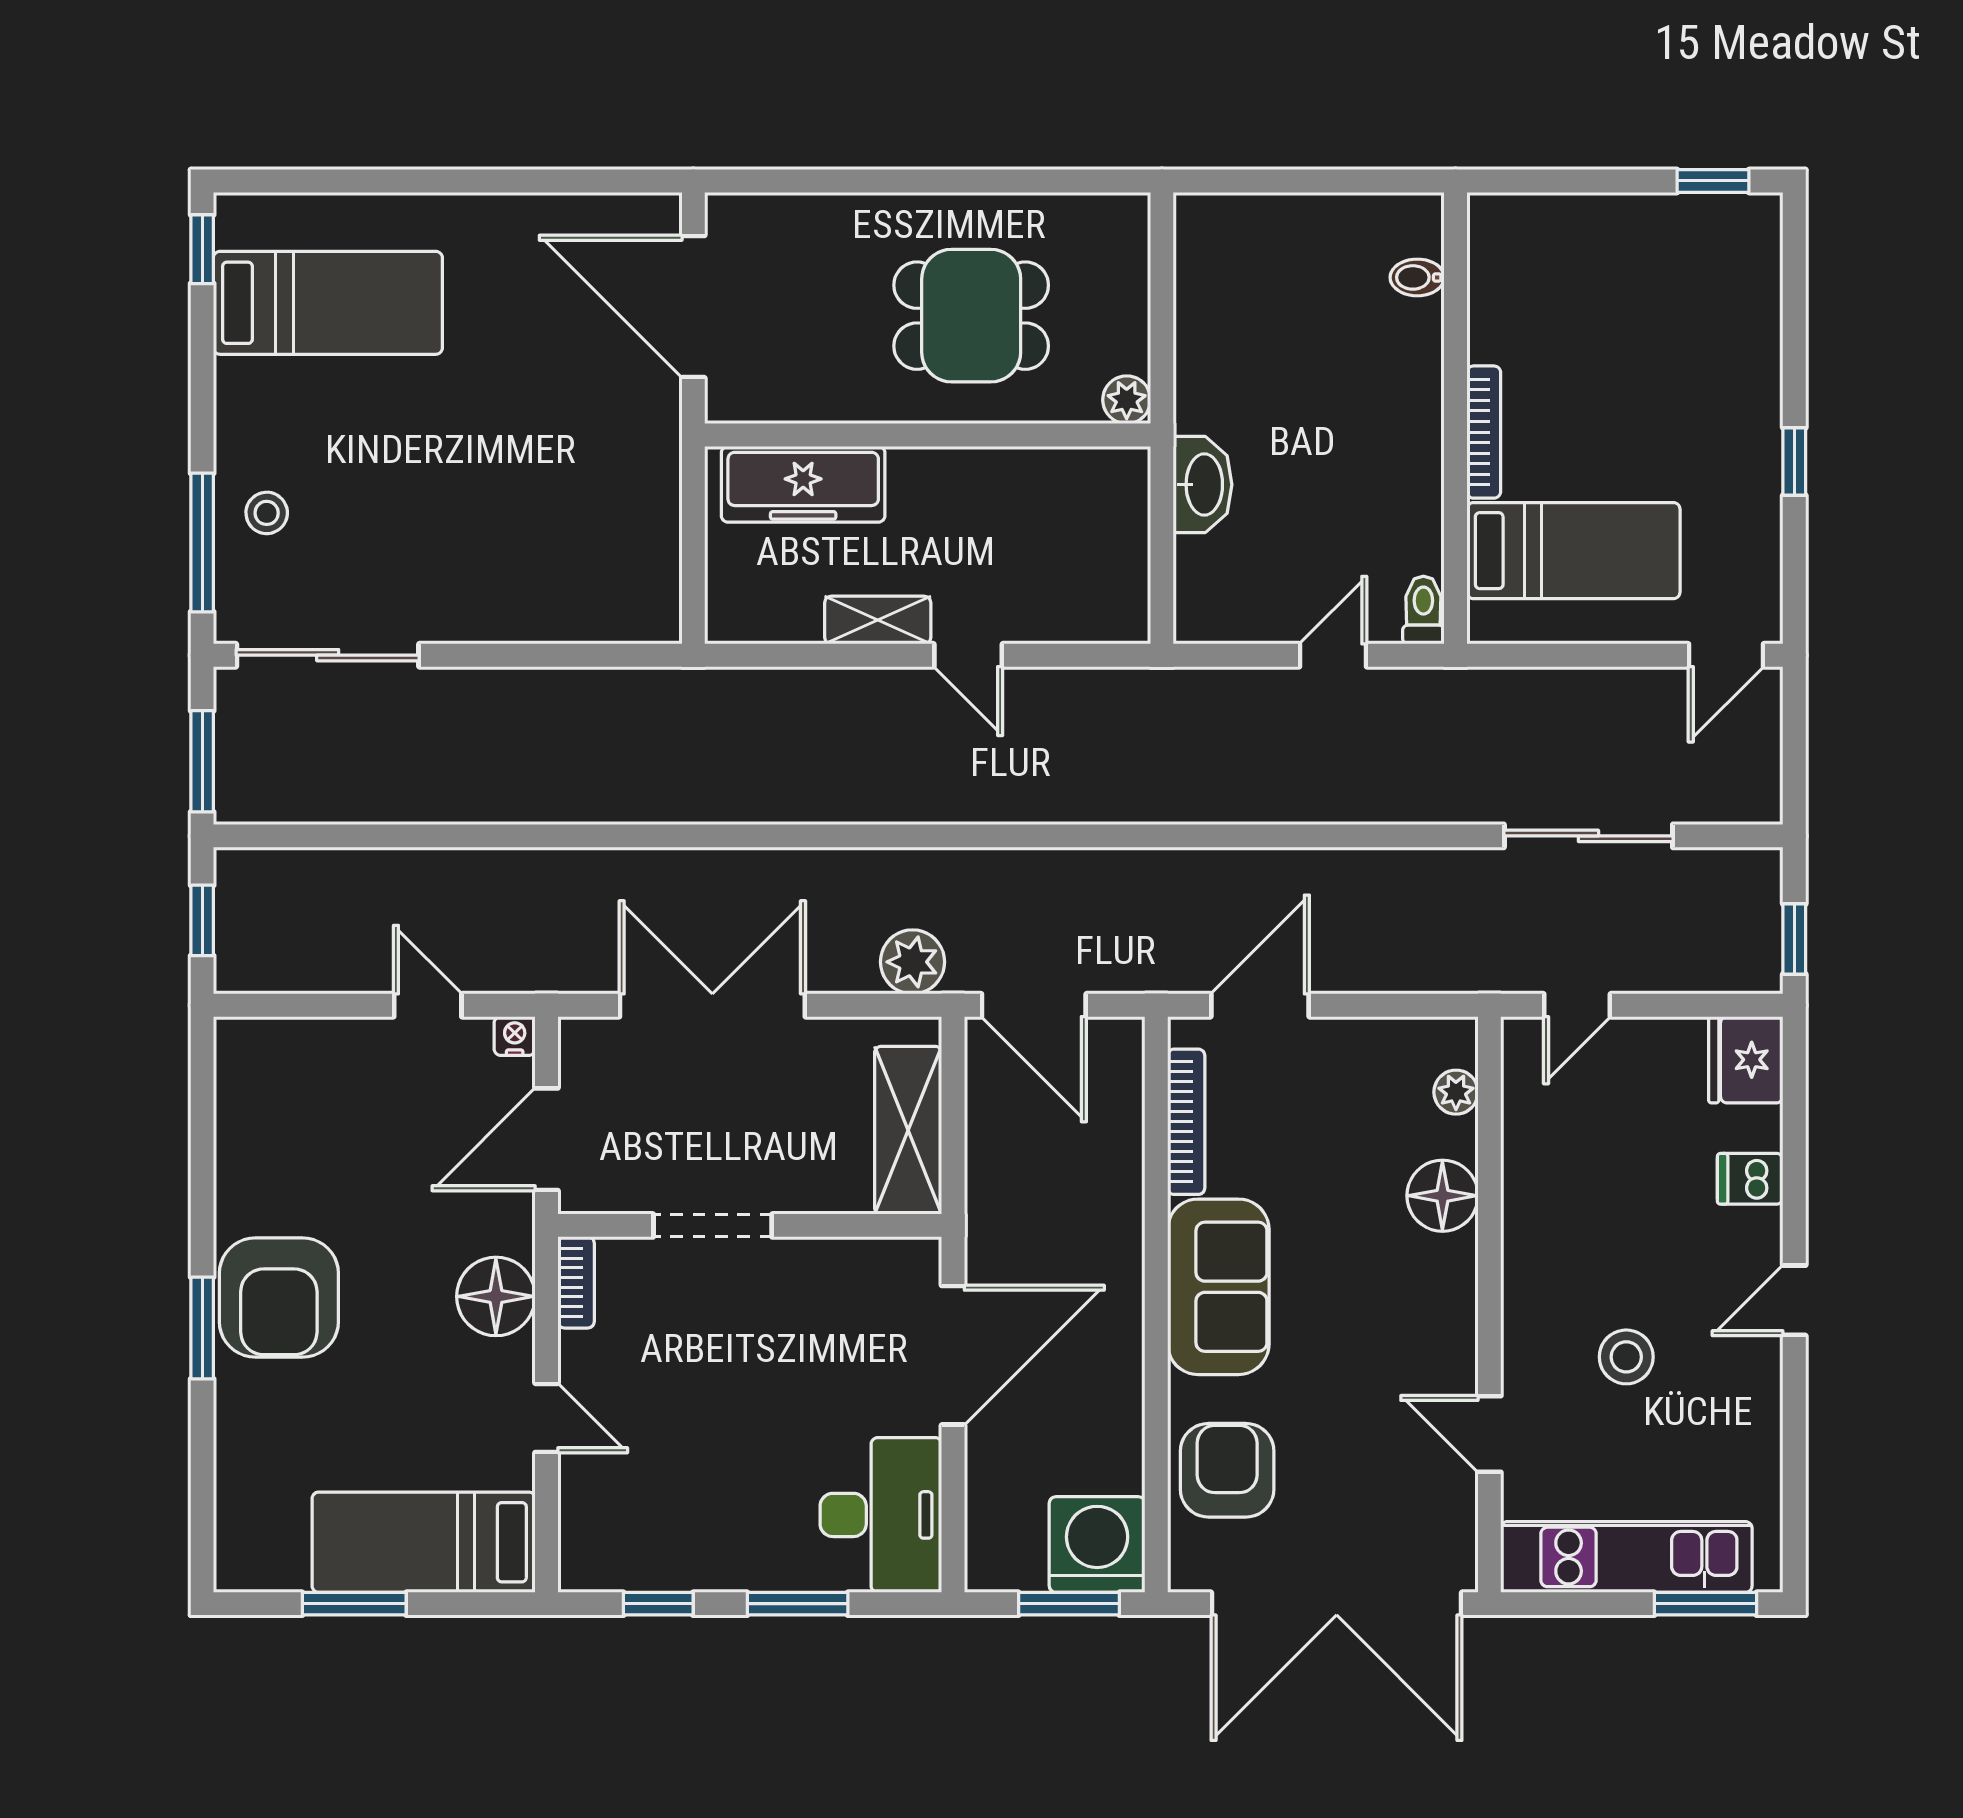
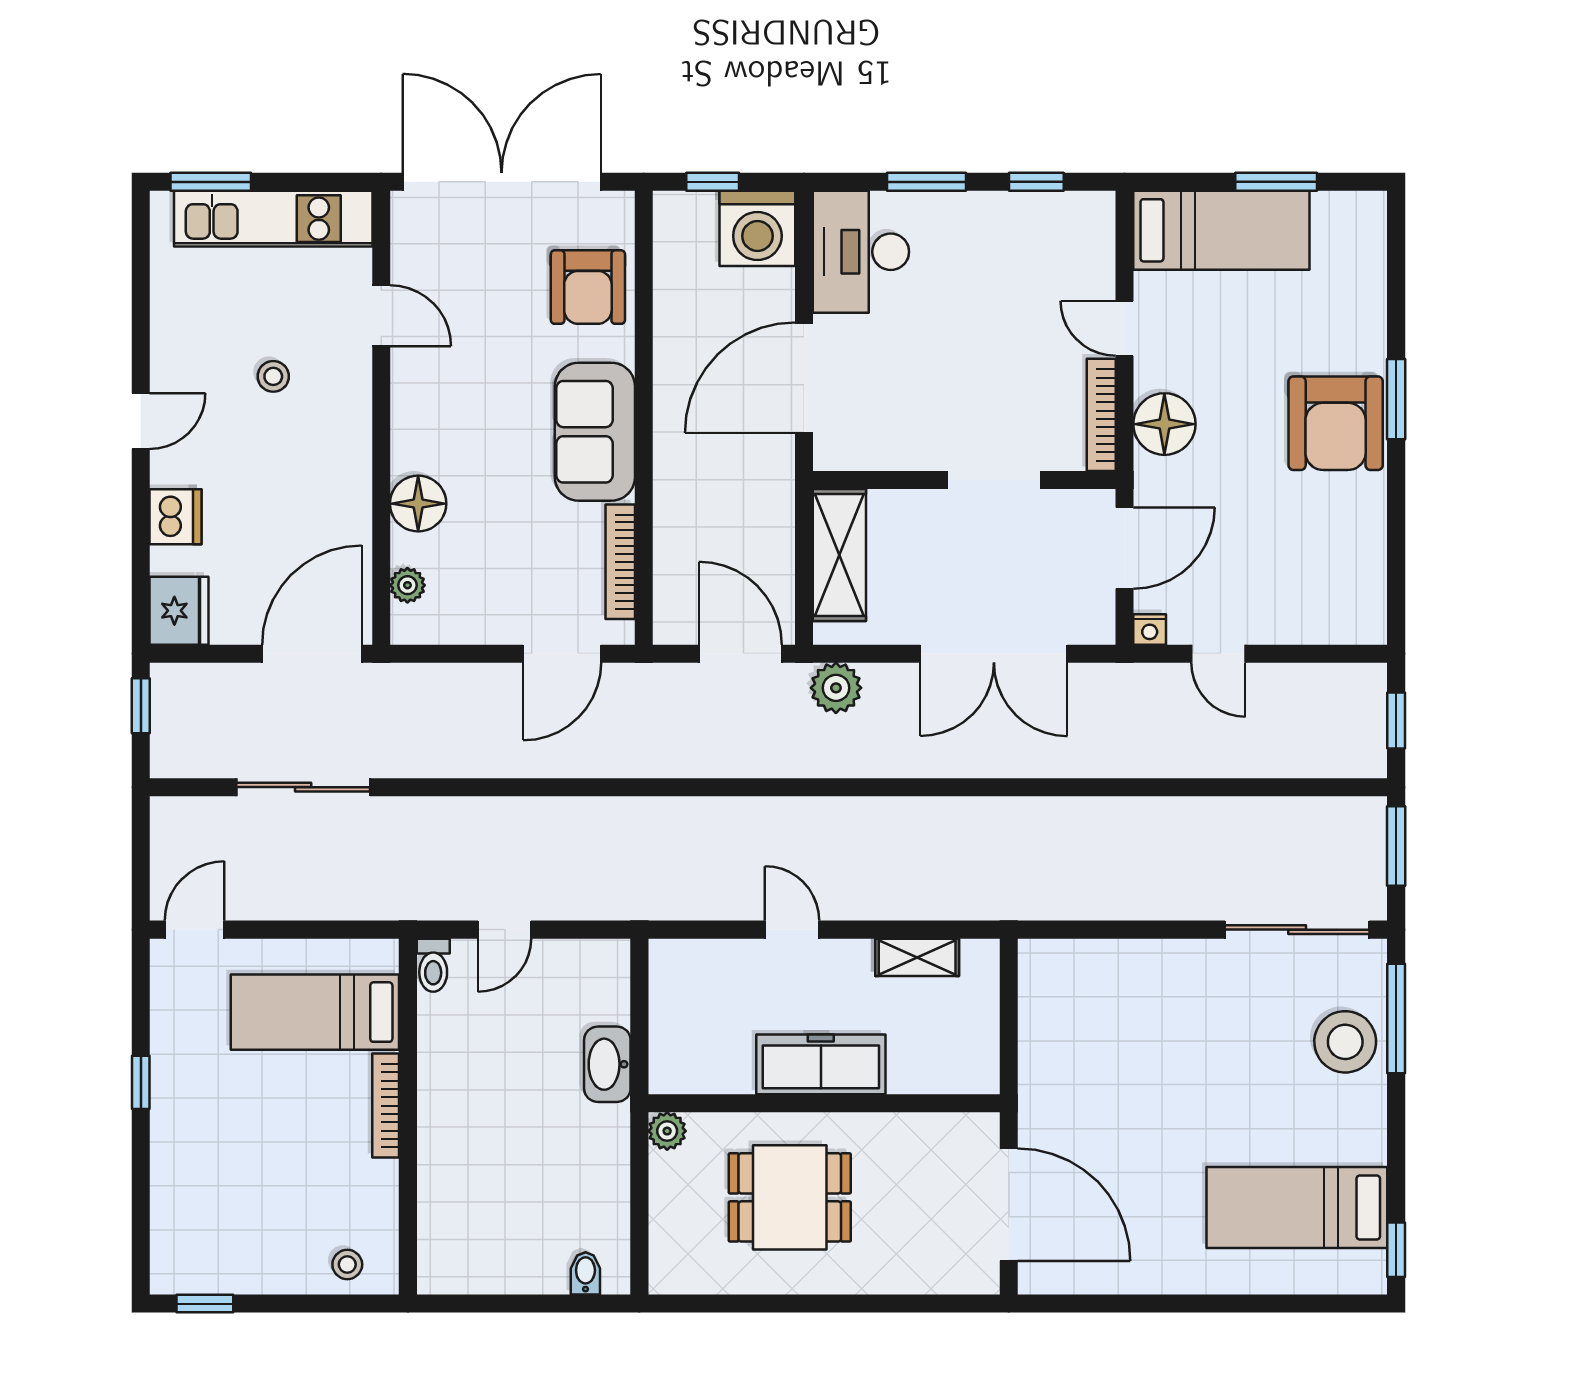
stool: (1532, 231) -> (347, 1264), added
bidet: (1417, 277) -> (585, 1273), moved, turned -90
freezer: (803, 484) -> (821, 1064), moved
stool: (267, 513) -> (1345, 1042), width x1.89, depth x1.89
shelving: (878, 620) -> (917, 957), moved
door: (1577, 1005) -> (312, 654), width x1.87
dishwasher: (1750, 1179) -> (176, 517), width x1.38
bookcase: (576, 1282) -> (1101, 415), width x1.56
armchair: (279, 1297) -> (1336, 423), turned 180
stool: (1626, 1357) -> (273, 376), width x0.73, depth x0.73
washing machine: (1097, 1545) -> (757, 228), moved
window: (1069, 1604) -> (713, 182), width x0.67

